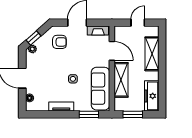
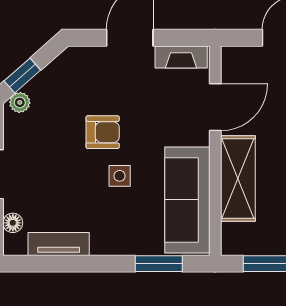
armchair: (59, 42) -> (103, 132), moved
door: (112, 51) -> (215, 107), hinge flipped
tv unit: (61, 106) -> (59, 244), moved

